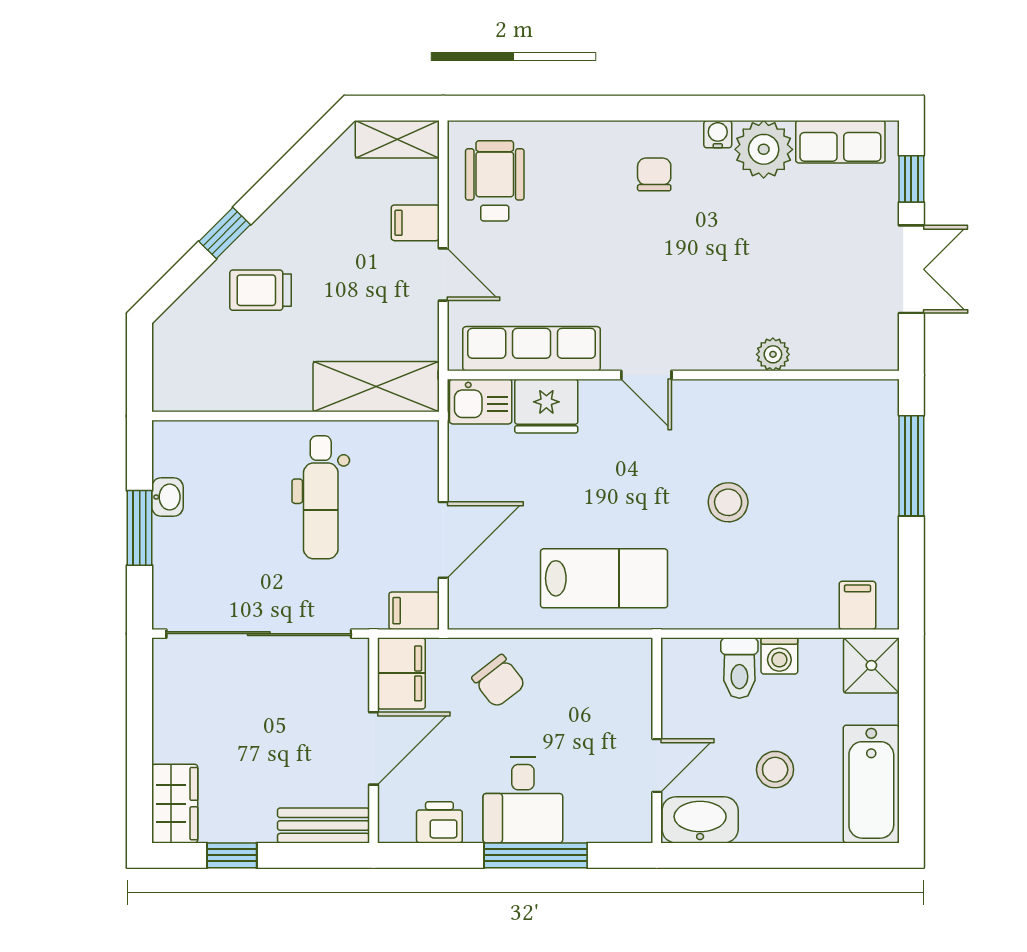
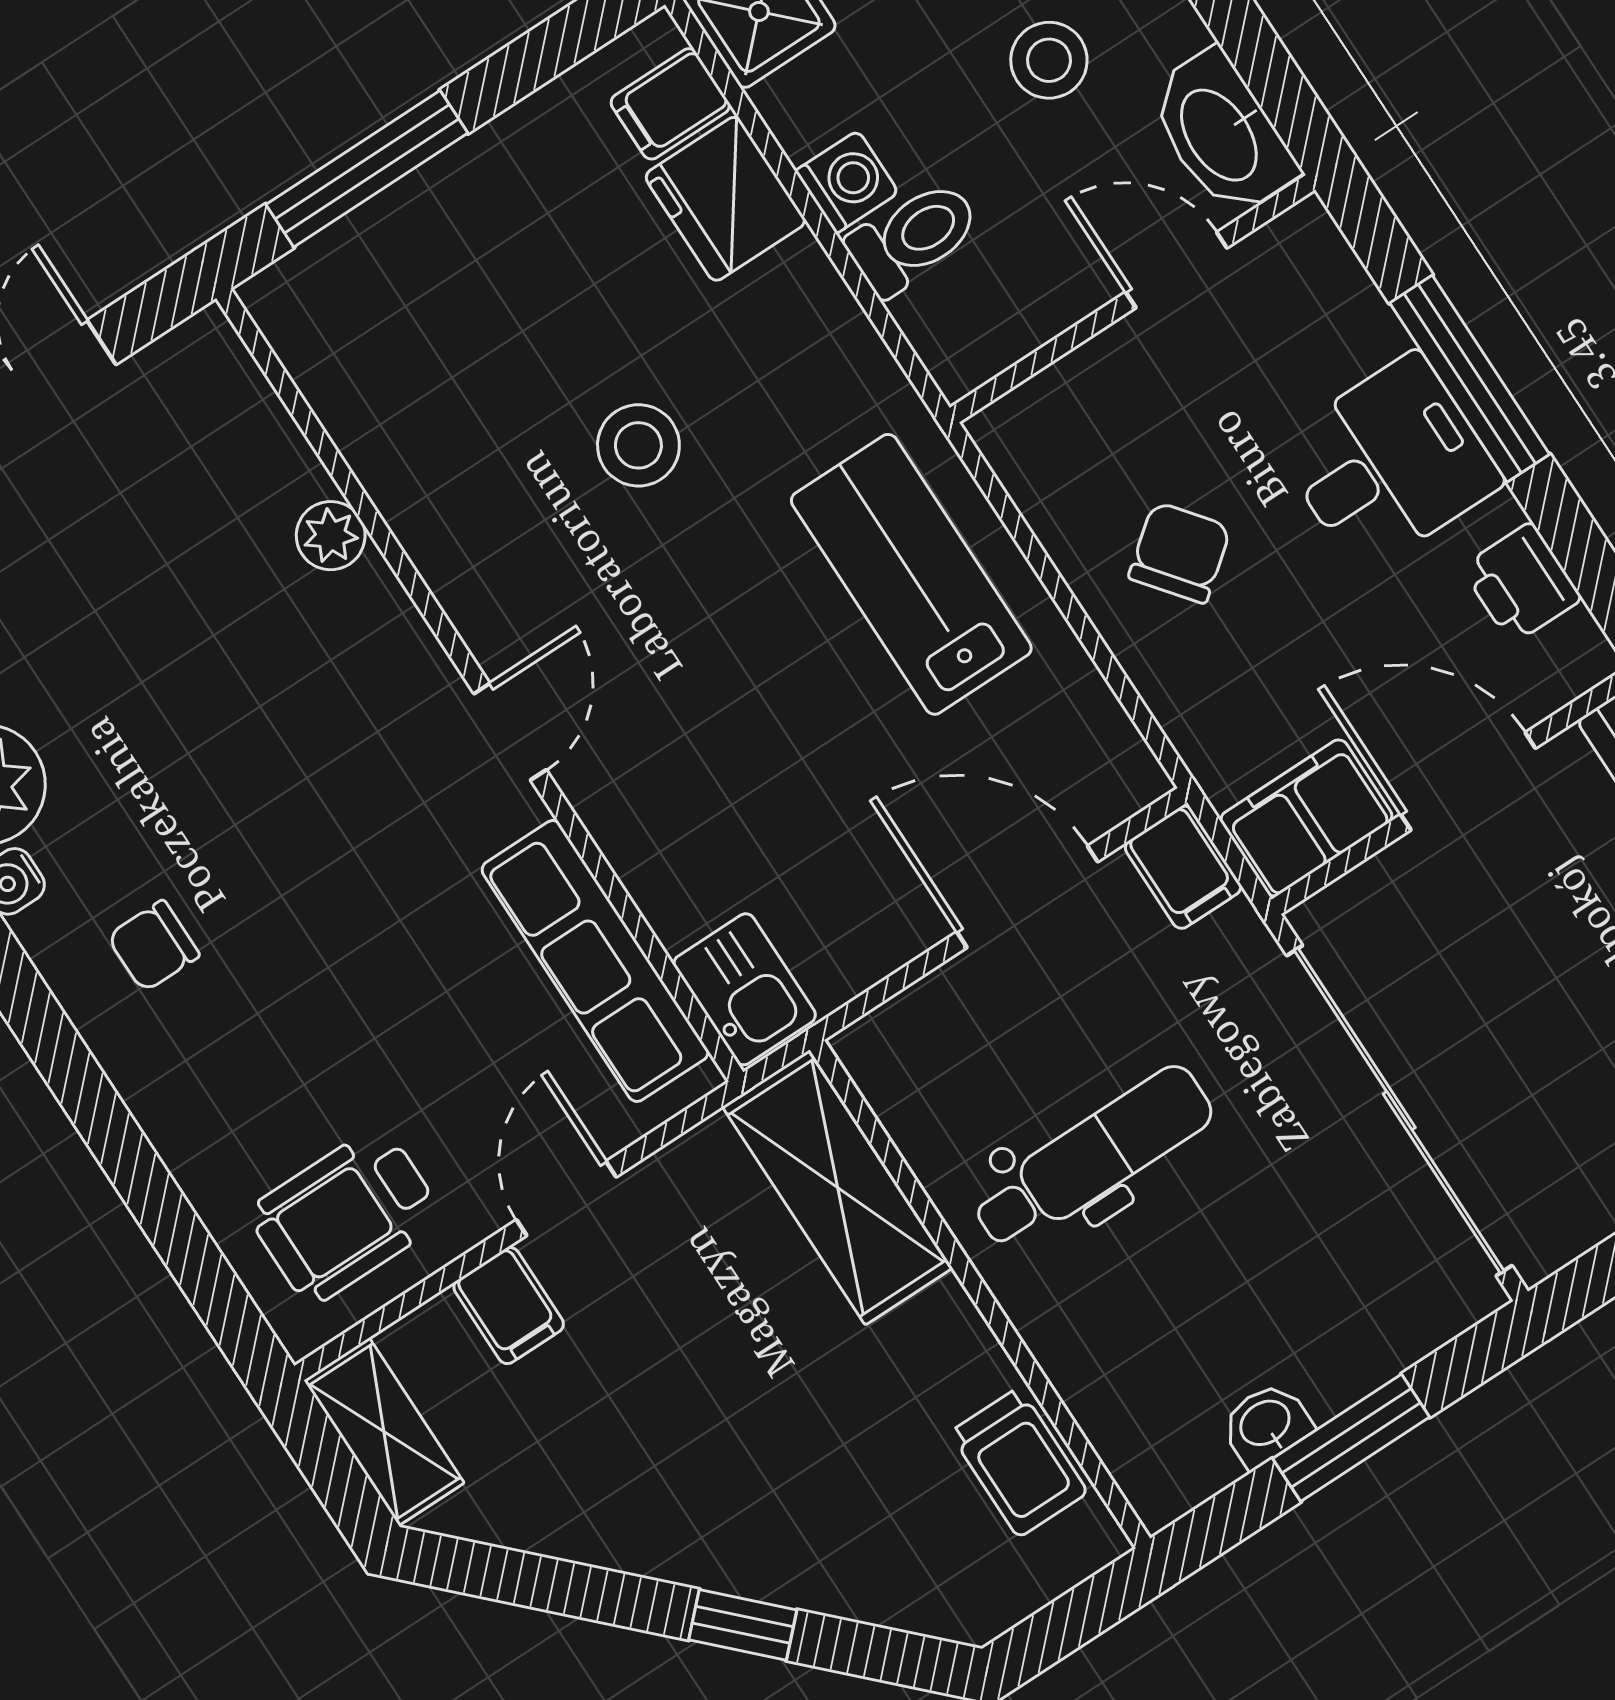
trolley: (261, 290) -> (1019, 1462), moved
fridge: (546, 406) -> (725, 199), moved, turned 180
chair: (499, 681) -> (1180, 553), moved

